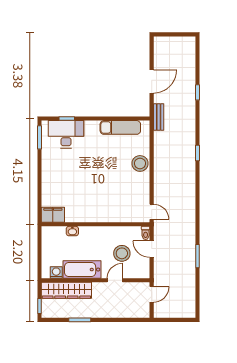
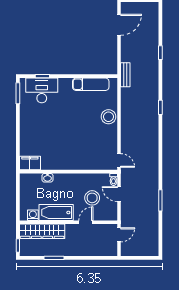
door: (152, 81) -> (119, 25), moved

